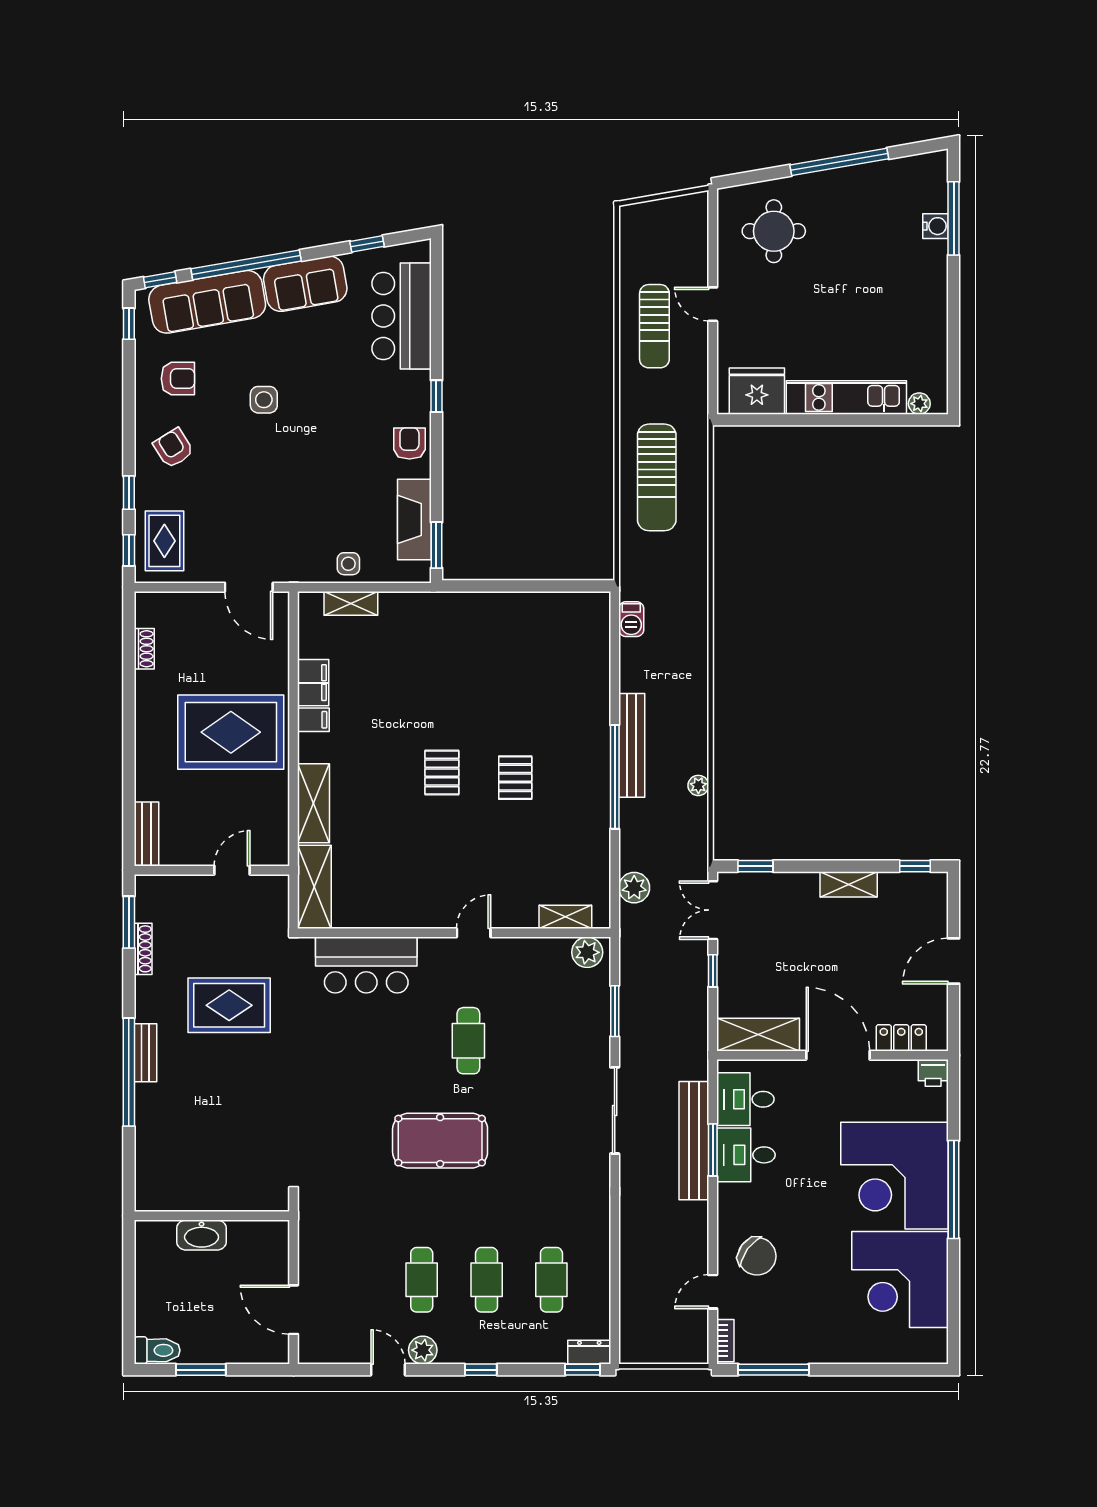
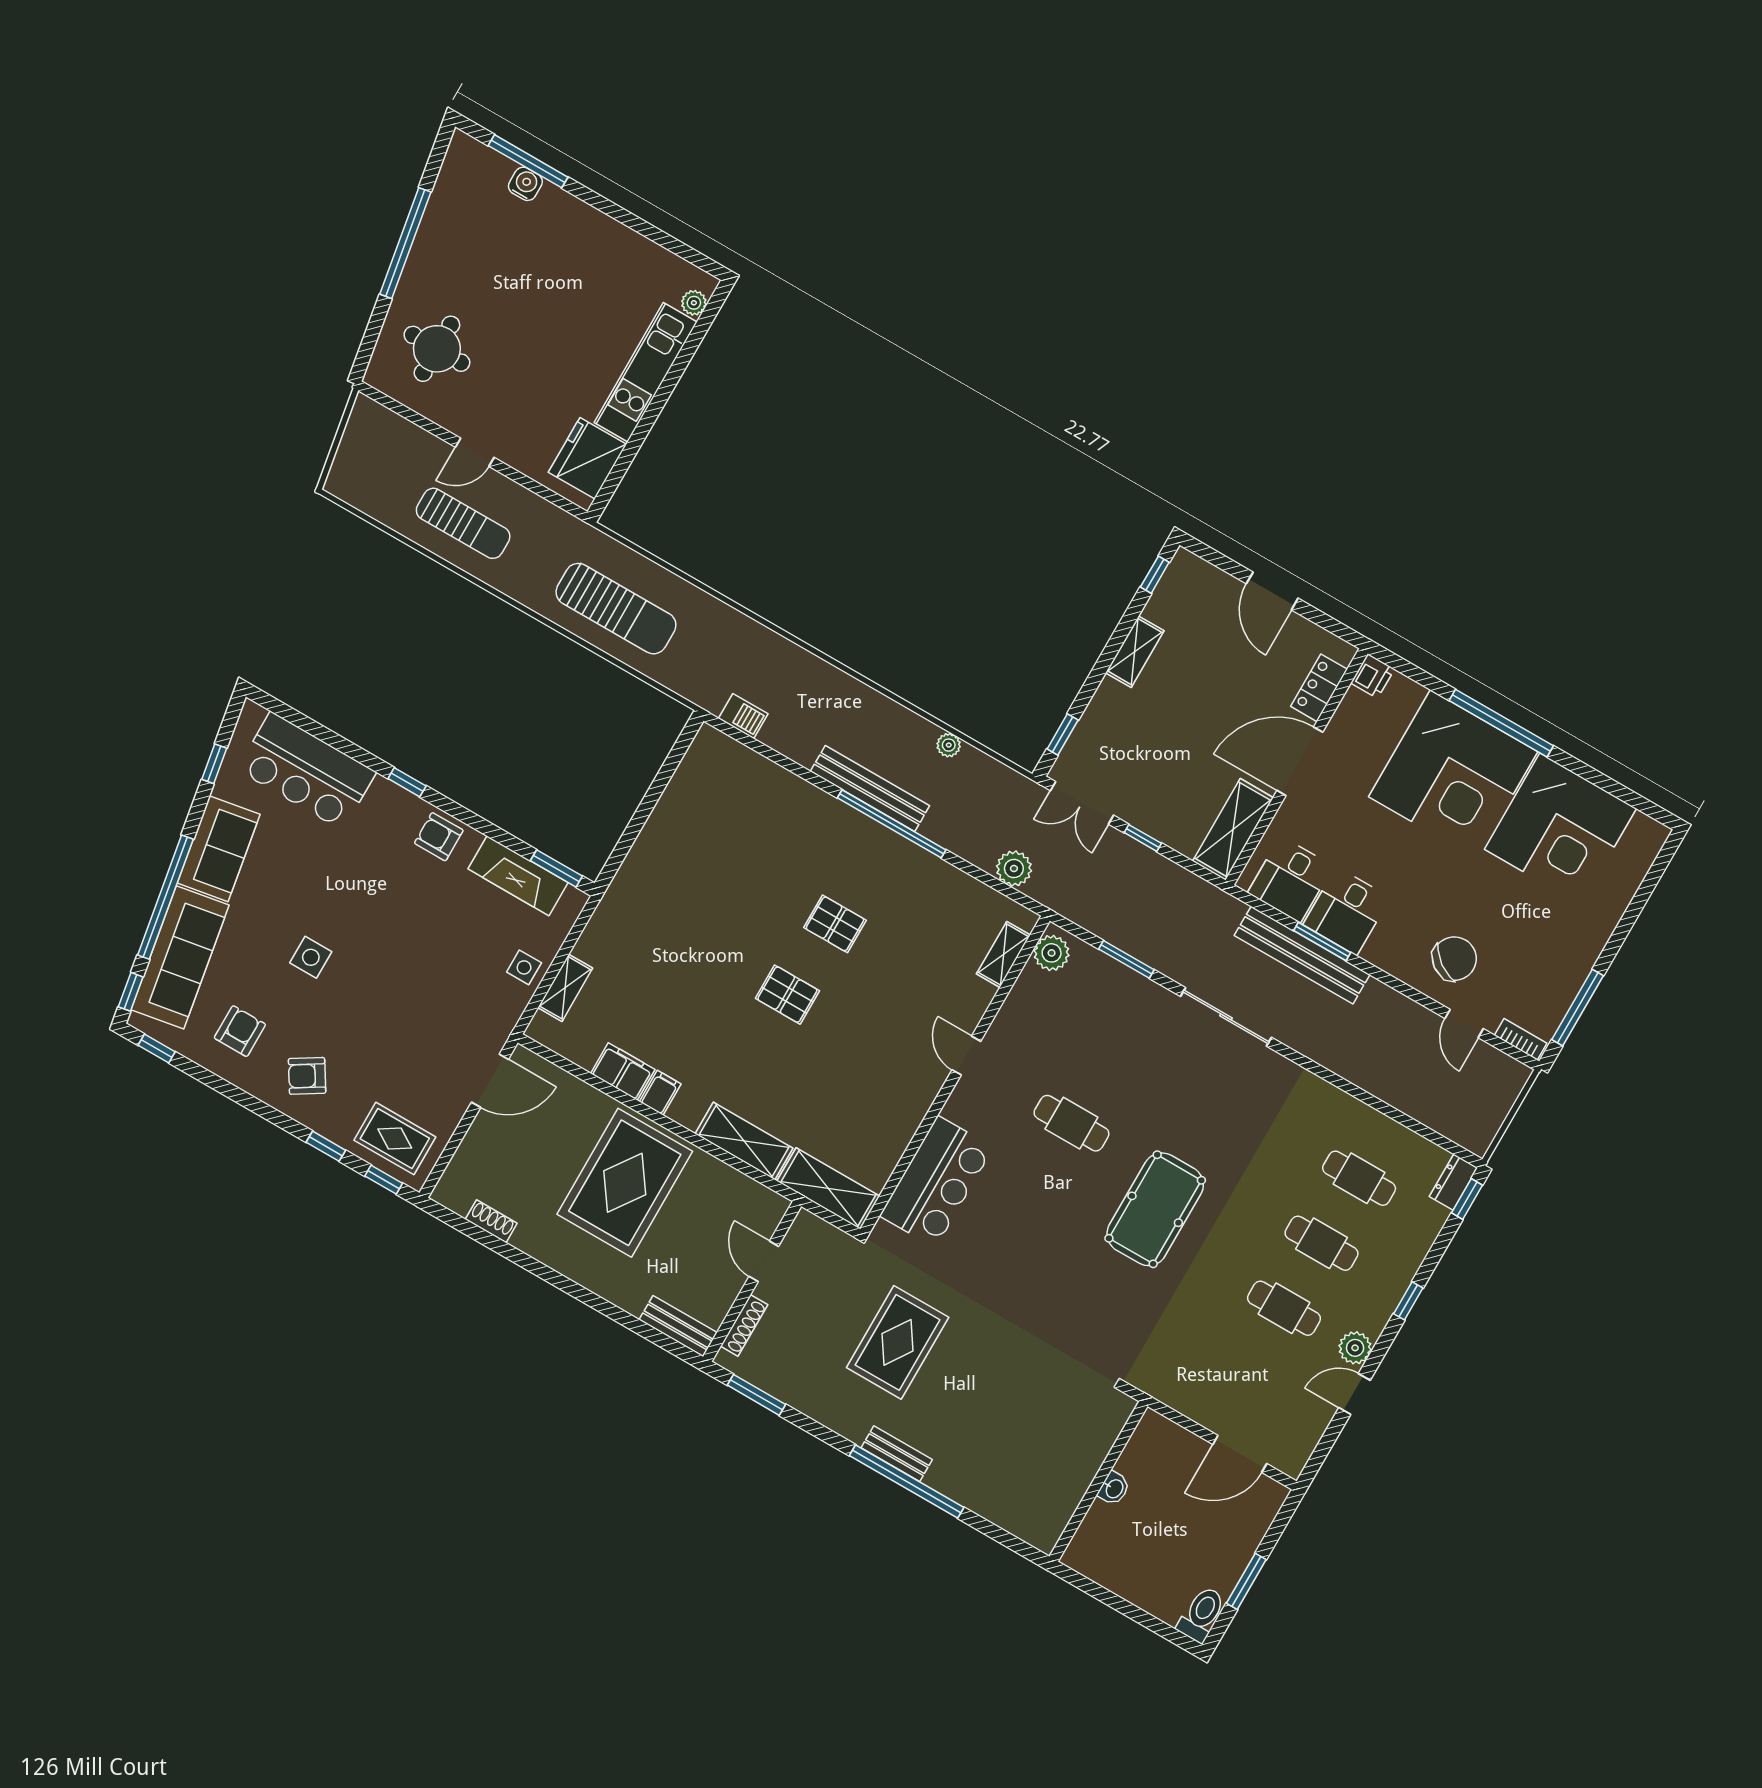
shoe rack: (143, 949) -> (744, 1325), moved, turned 90
washbasin: (202, 1235) -> (1114, 1488), width x0.52, depth x0.69

